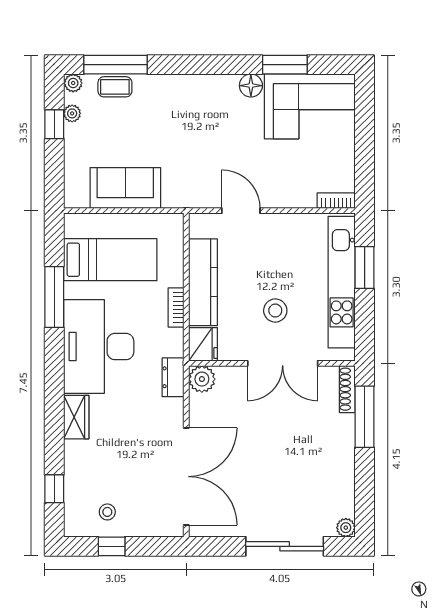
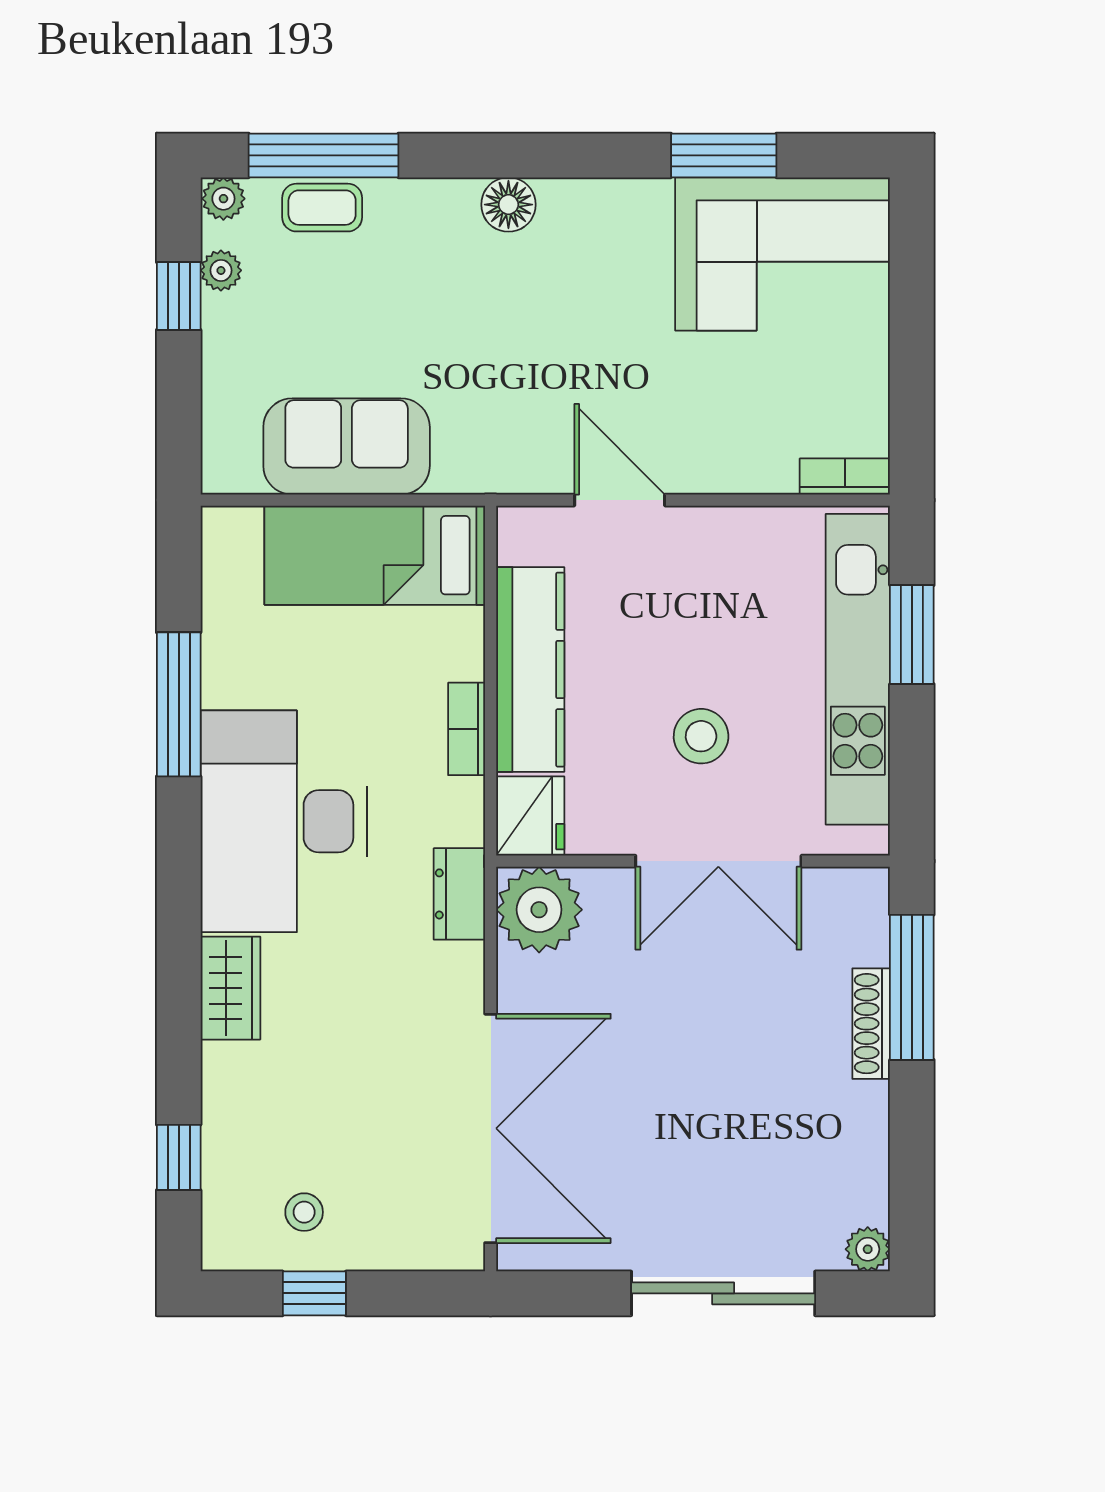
floor lamp: (251, 86) -> (508, 205), moved
bed: (110, 260) -> (375, 555), moved, turned 180
plant: (202, 379) -> (539, 910), width x1.36, depth x1.36
shoe rack: (347, 389) -> (871, 1024), moved

